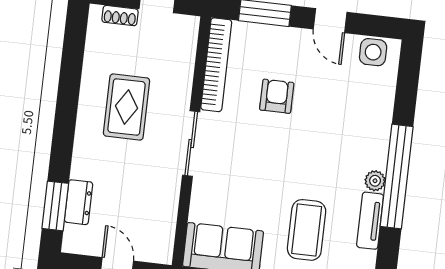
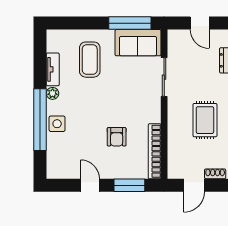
side table: (373, 52) -> (57, 124), moved
sliding door: (191, 143) -> (164, 77), moved
window: (397, 176) -> (40, 120), moved

